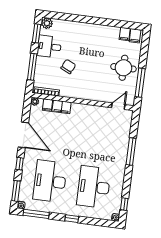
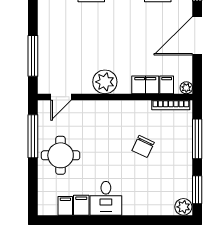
filing cabinet: (135, 36) -> (81, 205), moved
desk: (49, 47) -> (106, 198), moved, turned 90
plant: (88, 112) -> (105, 82), added
door: (23, 135) -> (197, 36), hinge flipped
window: (131, 152) -> (33, 56), moved

